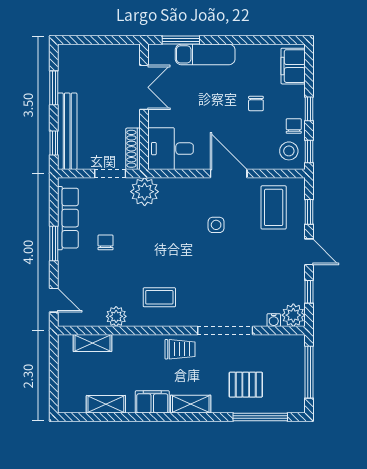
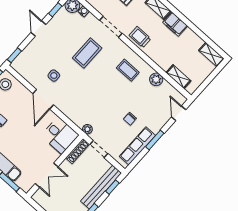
double door: (144, 87) -> (47, 175), swing flipped
plant: (145, 192) -> (87, 129), width x0.53, depth x0.53
coffee table: (274, 207) -> (87, 53), moved
window: (309, 212) -> (14, 55), moved
side table: (216, 225) -> (54, 76), moved
doorway: (225, 331) -> (111, 27), width x0.73
shelving: (106, 404) -> (211, 55), moved

